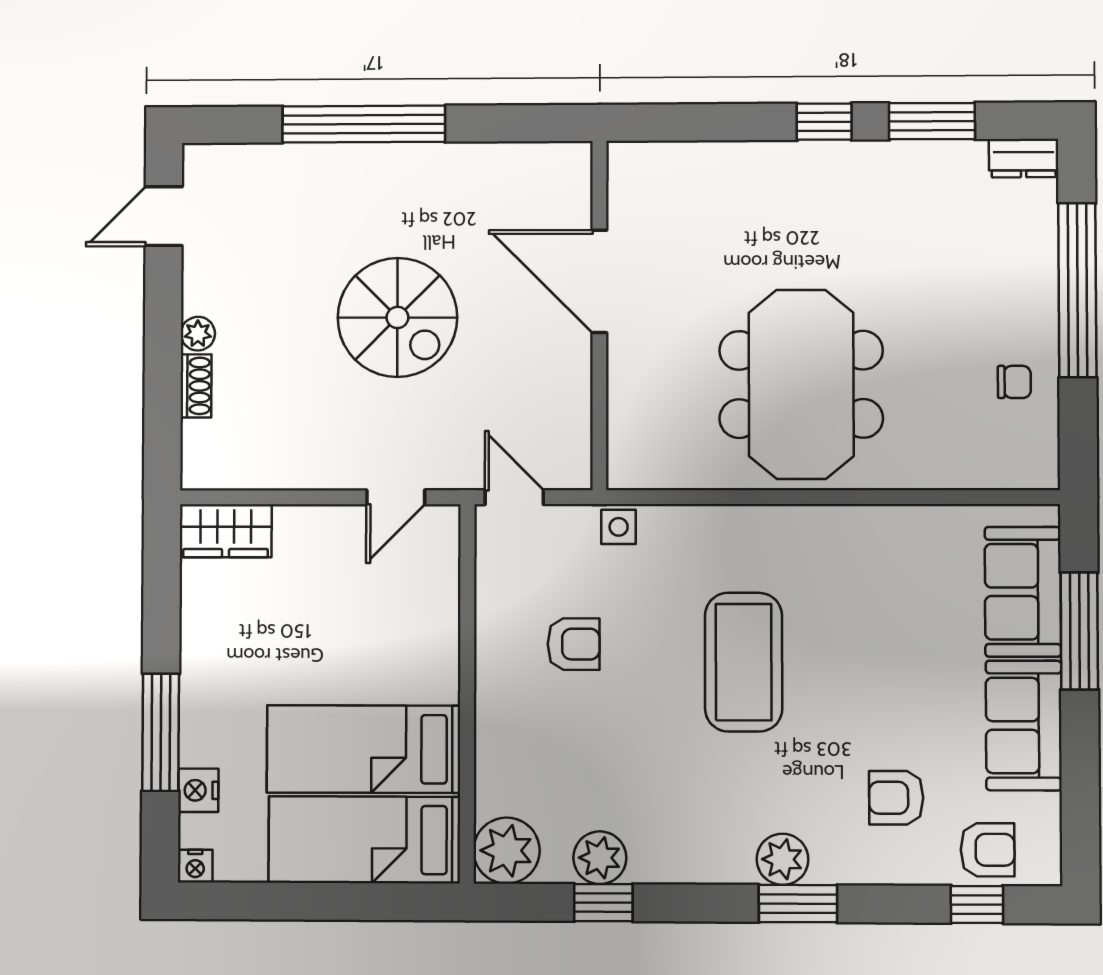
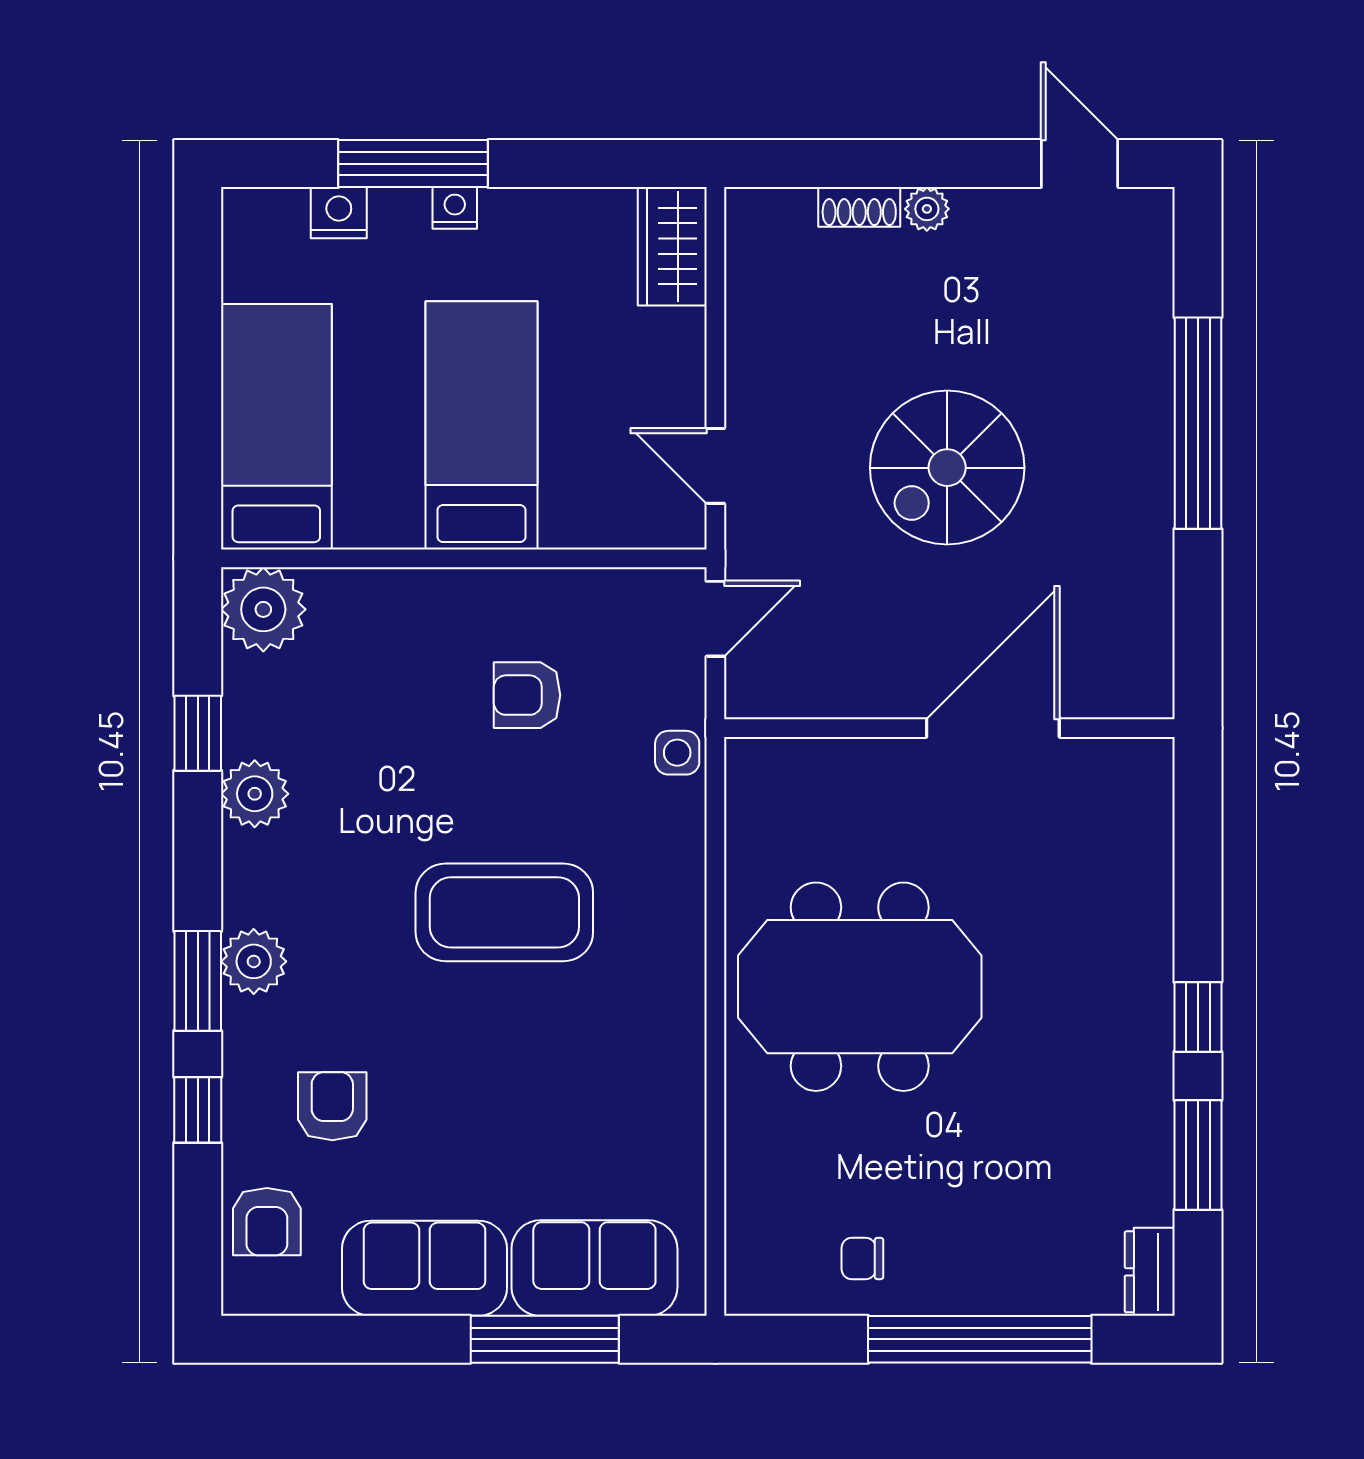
chair: (1014, 382) -> (862, 1258), turned 90
armchair: (574, 644) -> (527, 695), turned 90
bed: (364, 749) -> (482, 425), moved
plant: (600, 858) -> (255, 794), moved
nightstand: (195, 866) -> (455, 208), moved, turned 90
window: (977, 904) -> (198, 1110), moved

